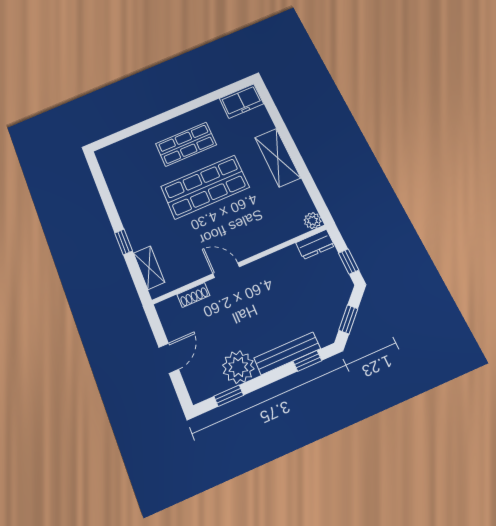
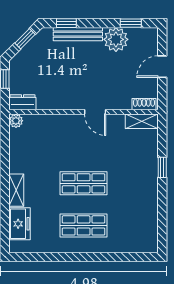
freezer: (241, 101) -> (19, 224), moved, turned 90
shelving: (278, 158) -> (16, 190), width x0.67, depth x0.75
shop shelf: (205, 187) -> (84, 183), width x0.70, depth x0.74
shelving: (149, 268) -> (142, 121), moved, turned 90
shoe rack: (193, 295) -> (144, 104), moved

